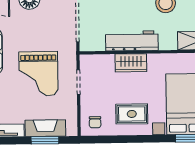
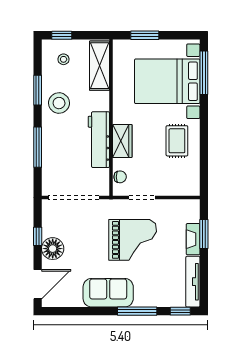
chair: (95, 122) -> (120, 177), moved
fireplace: (45, 128) -> (193, 239), width x0.73, depth x0.76

